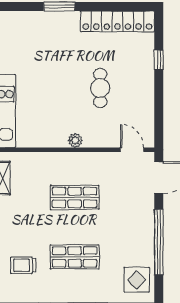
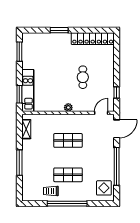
window: (159, 60) -> (117, 92), moved
door: (132, 150) -> (101, 113), hinge flipped
trolley: (23, 265) -> (51, 191), moved

